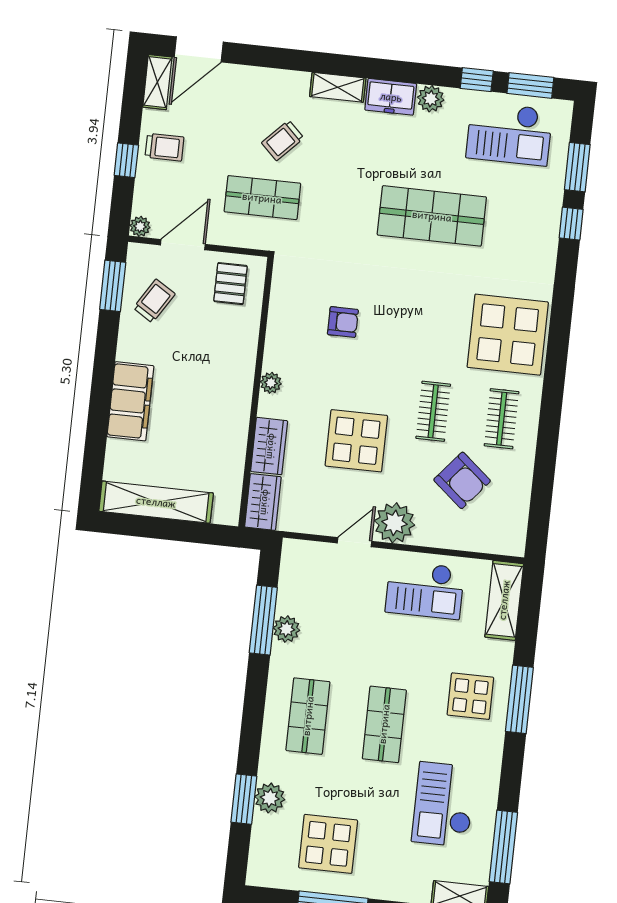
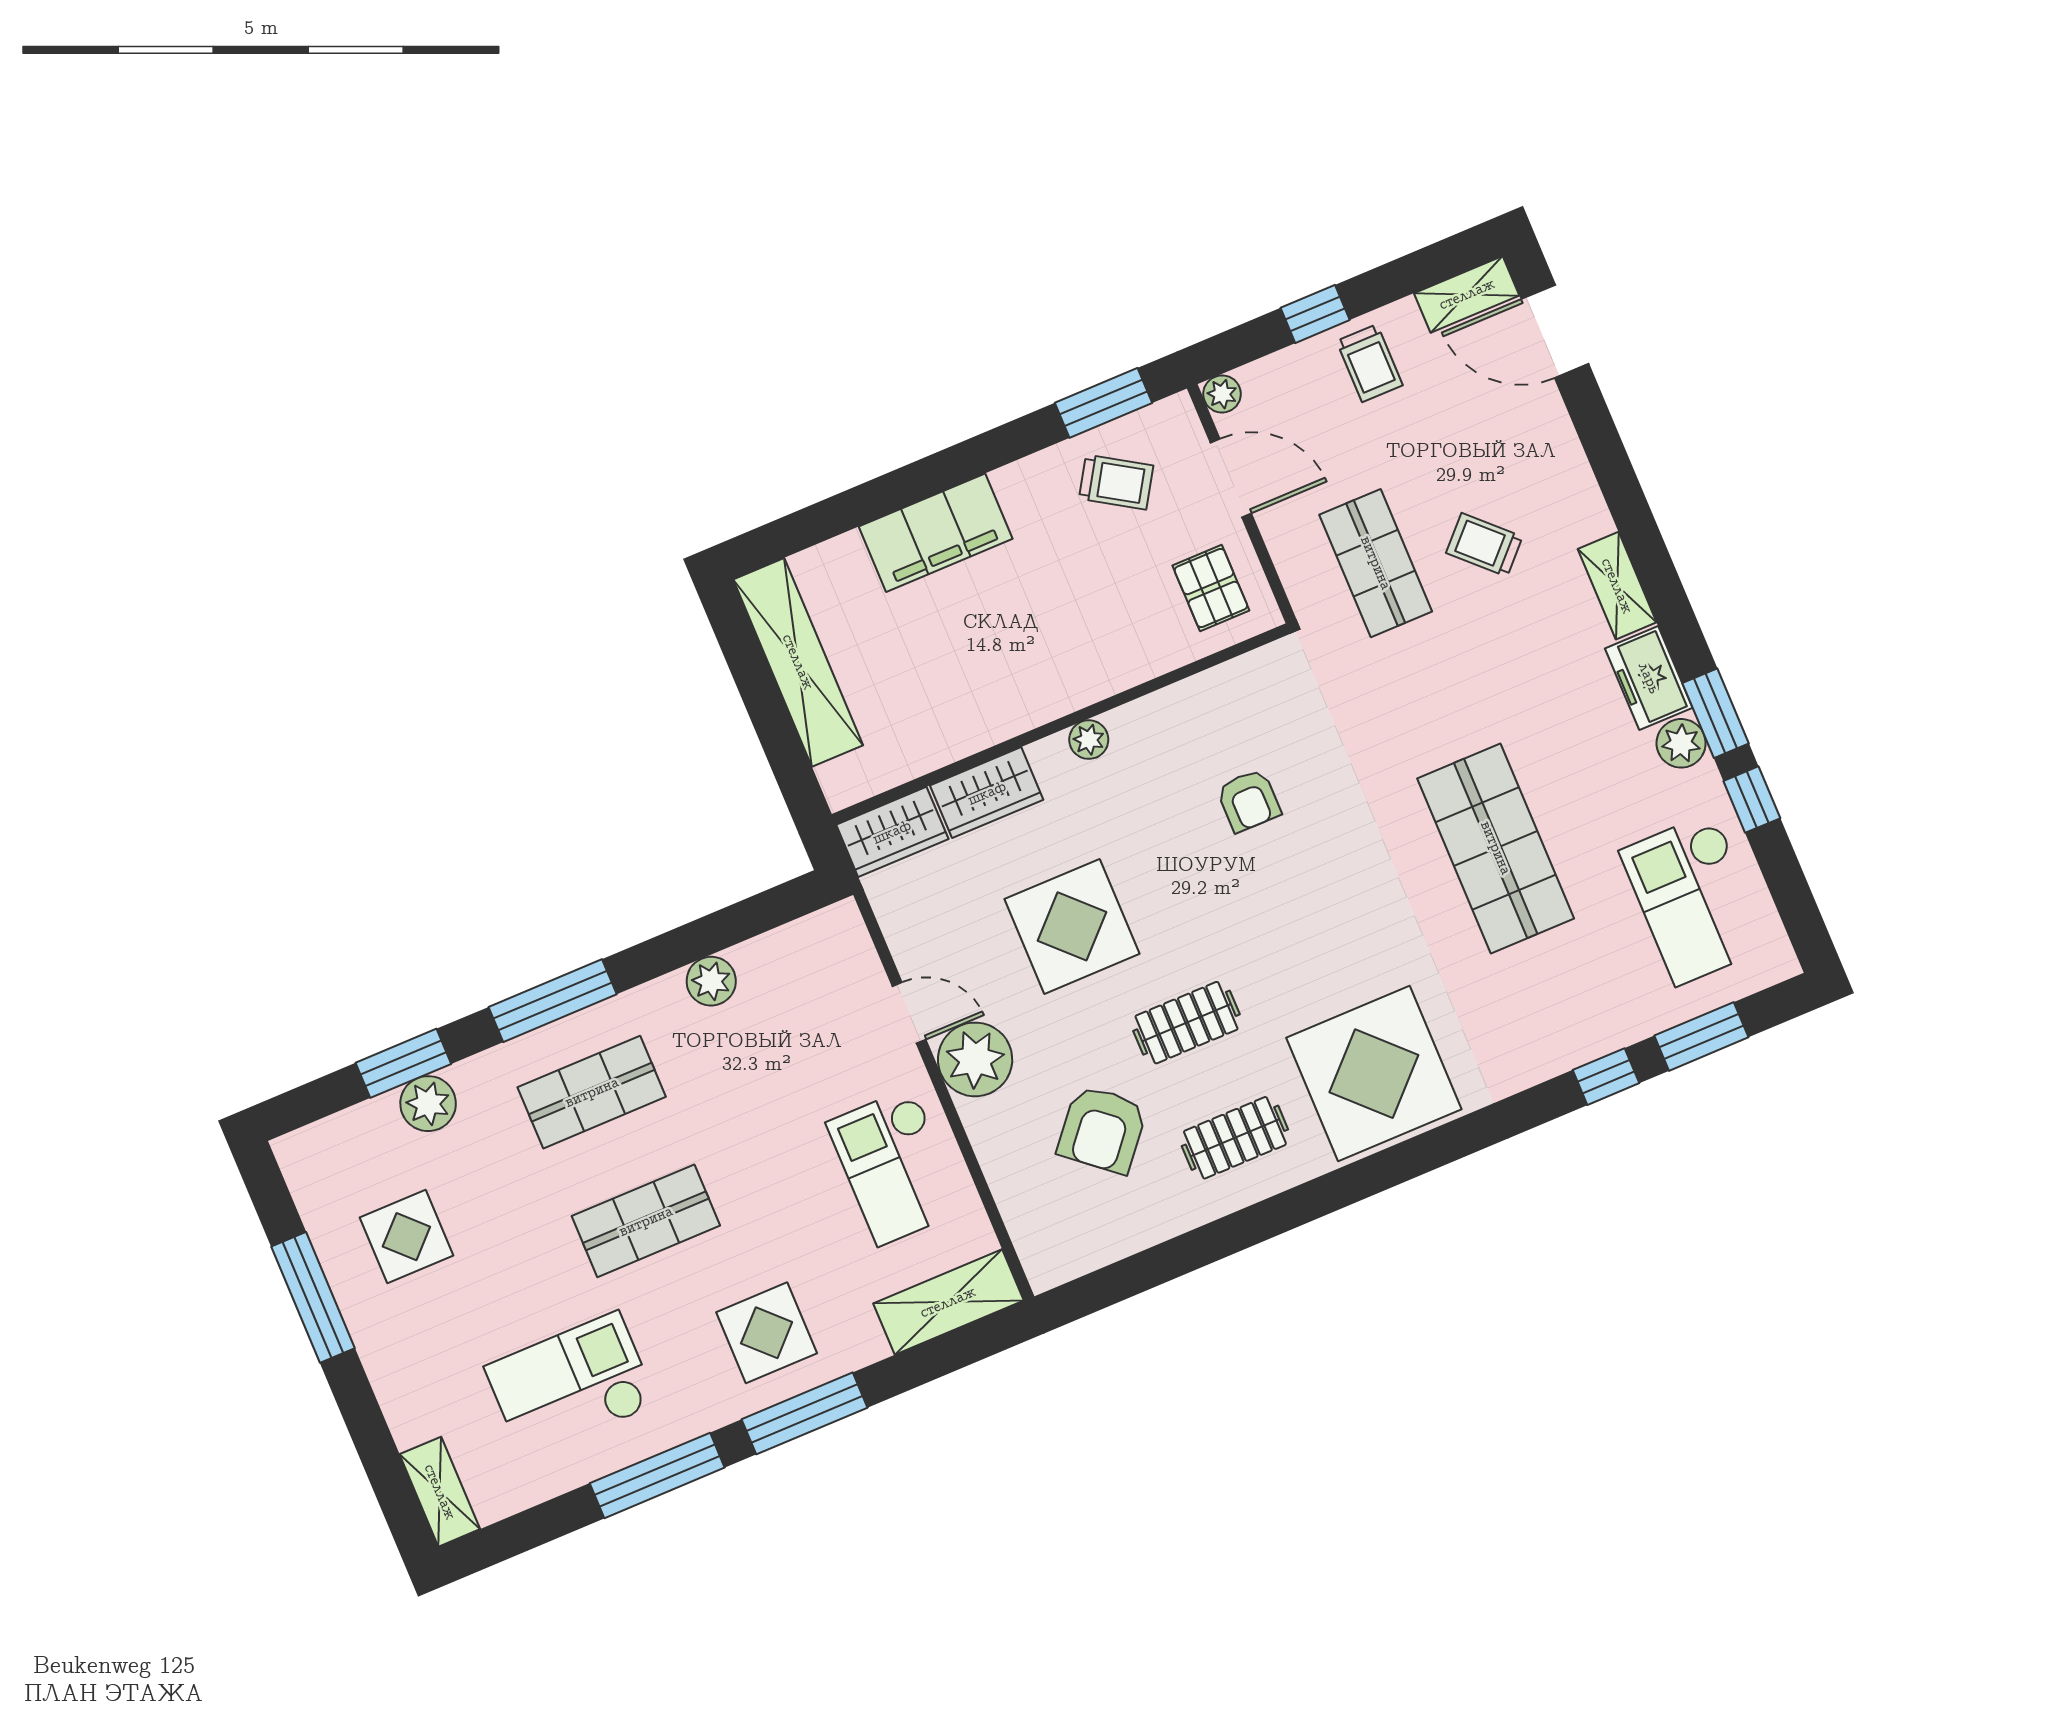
window: (530, 85) -> (1716, 713), moved
pallet: (230, 284) -> (1211, 588), turned 90
window: (263, 620) -> (553, 1001), moved
display table: (328, 844) -> (406, 1237), width x0.73, depth x0.73
window: (503, 847) -> (657, 1475), moved

